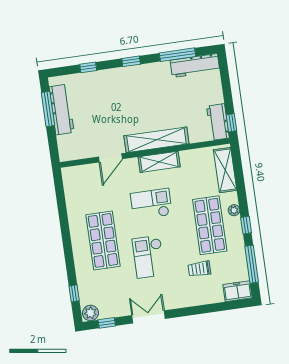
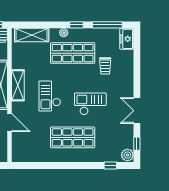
checkout: (149, 257) -> (90, 104), turned 180

